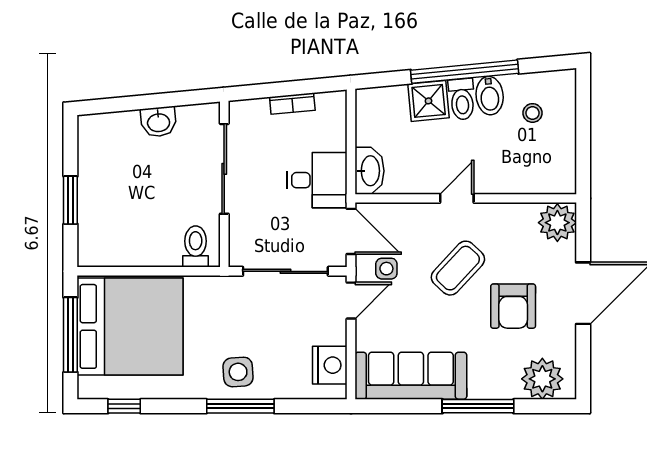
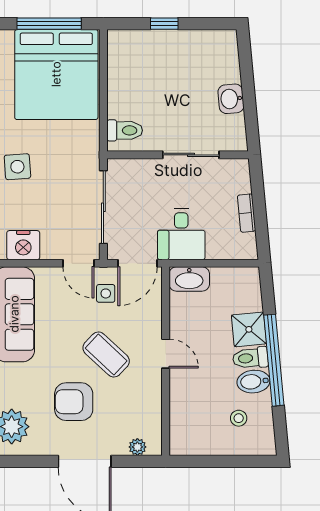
sliding door: (224, 169) -> (191, 155), width x0.73
window: (70, 200) -> (164, 24), width x0.67
plant: (557, 223) -> (137, 447), width x0.53, depth x0.53

